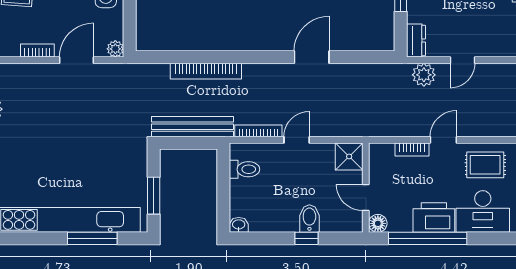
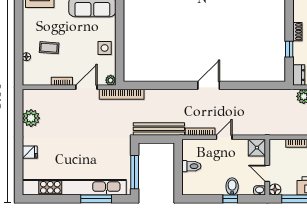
door: (312, 57) -> (209, 85), moved
bookcase: (206, 71) -> (122, 94), moved
toilet: (244, 169) -> (191, 166), moved
window: (154, 196) -> (135, 172), width x1.44
washbasin: (239, 225) -> (260, 190), moved

